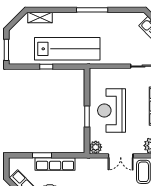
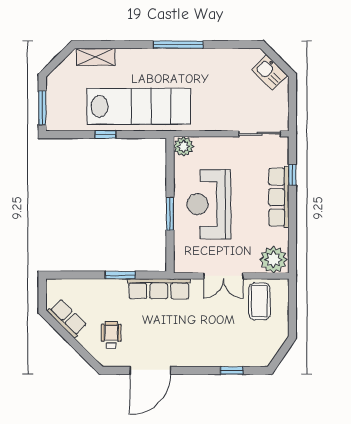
plant: (96, 147) -> (184, 146), moved
window: (42, 155) -> (120, 275), moved
row of seats: (55, 164) -> (159, 289), moved

